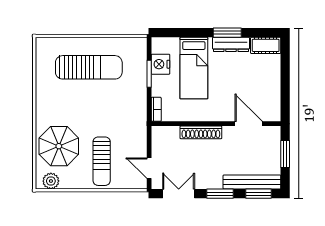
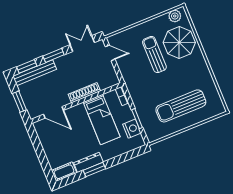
bed: (194, 68) -> (102, 119), moved, turned 180
sun lounger: (102, 161) -> (154, 54), moved
double door: (179, 194) -> (82, 44), swing flipped

